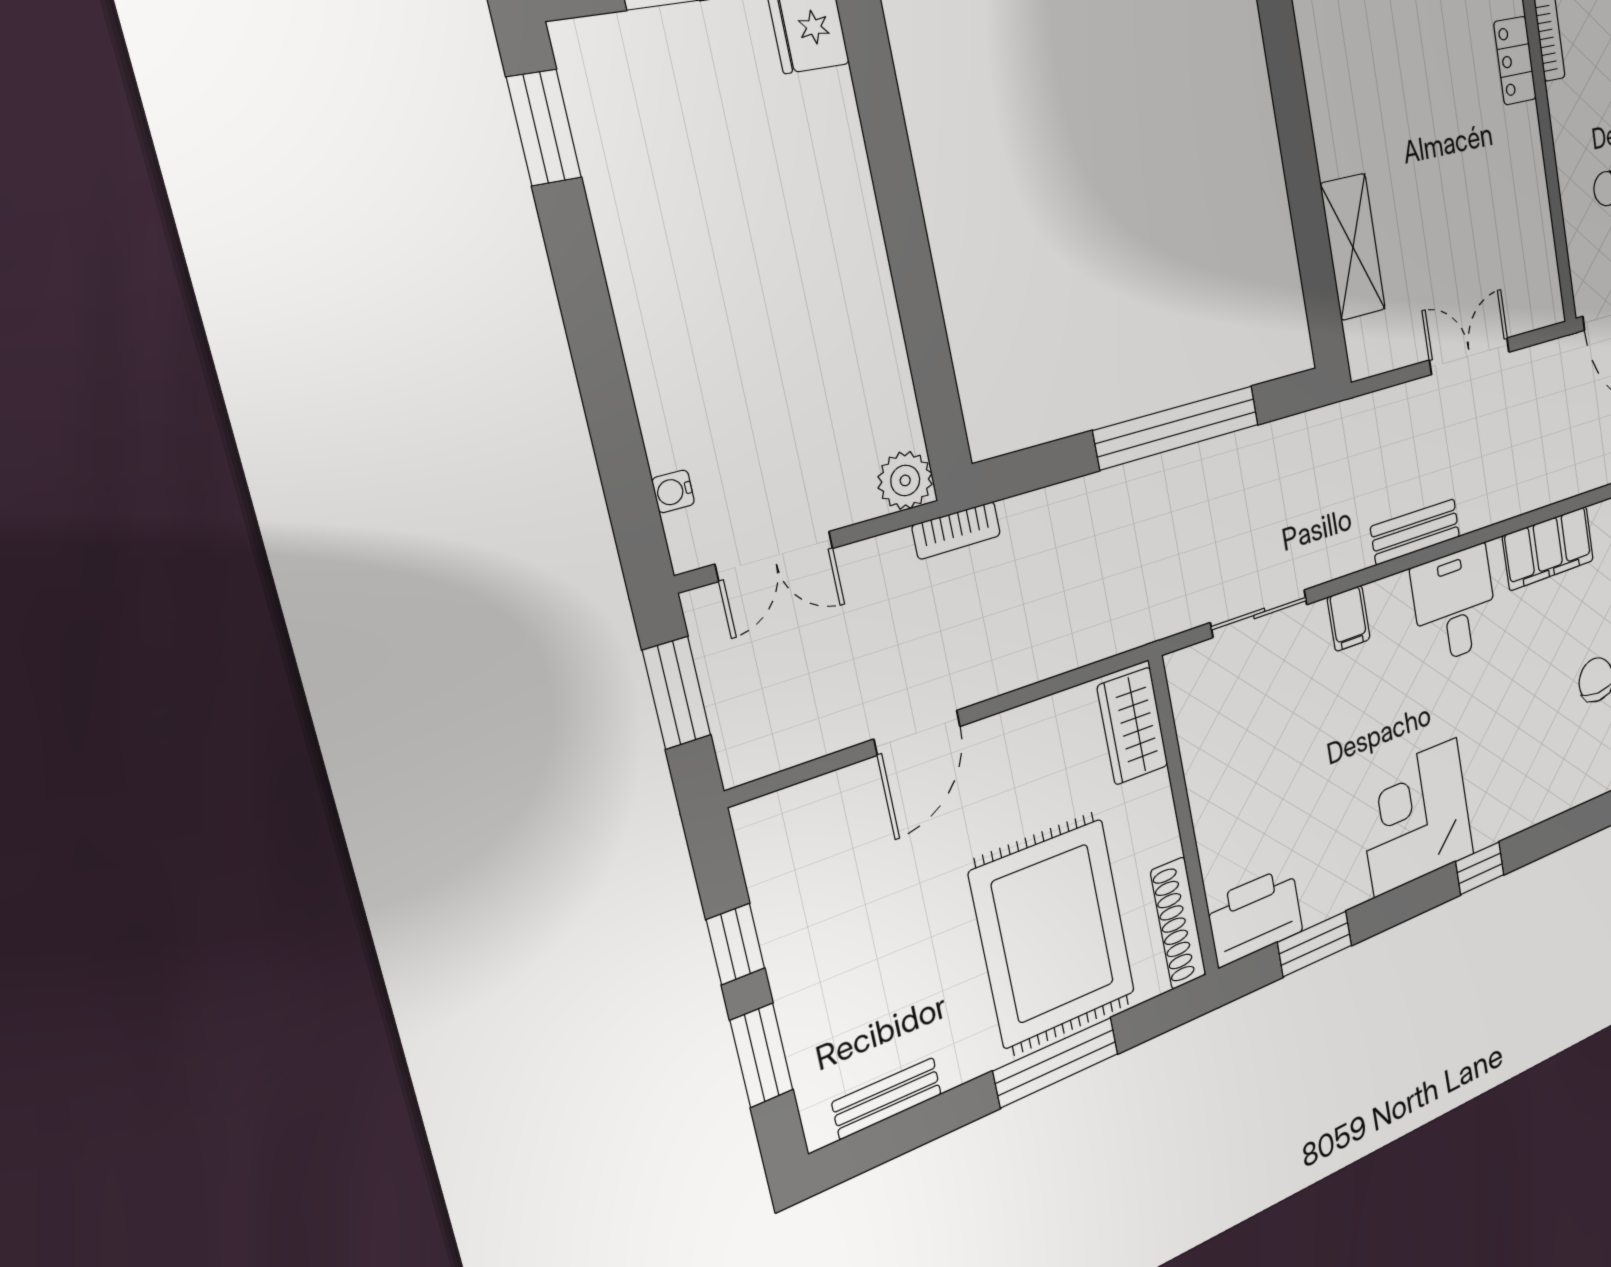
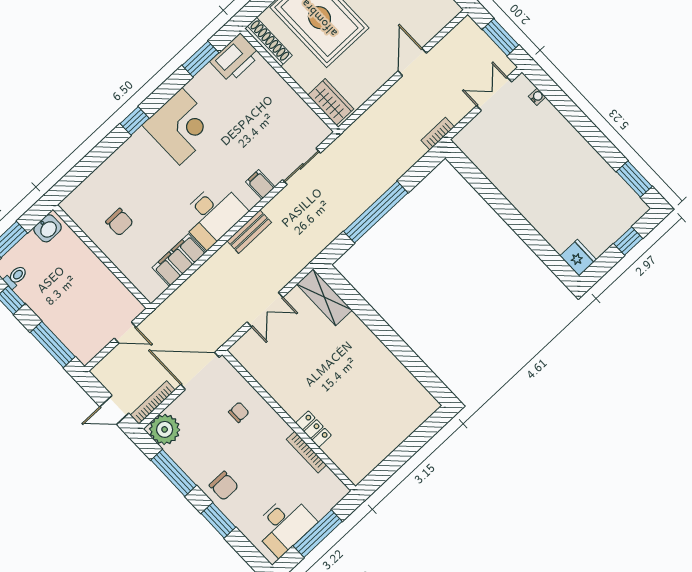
shelving: (1353, 247) -> (324, 297), moved
plant: (905, 480) -> (465, 140), removed
desk: (1455, 605) -> (213, 215), width x1.37

